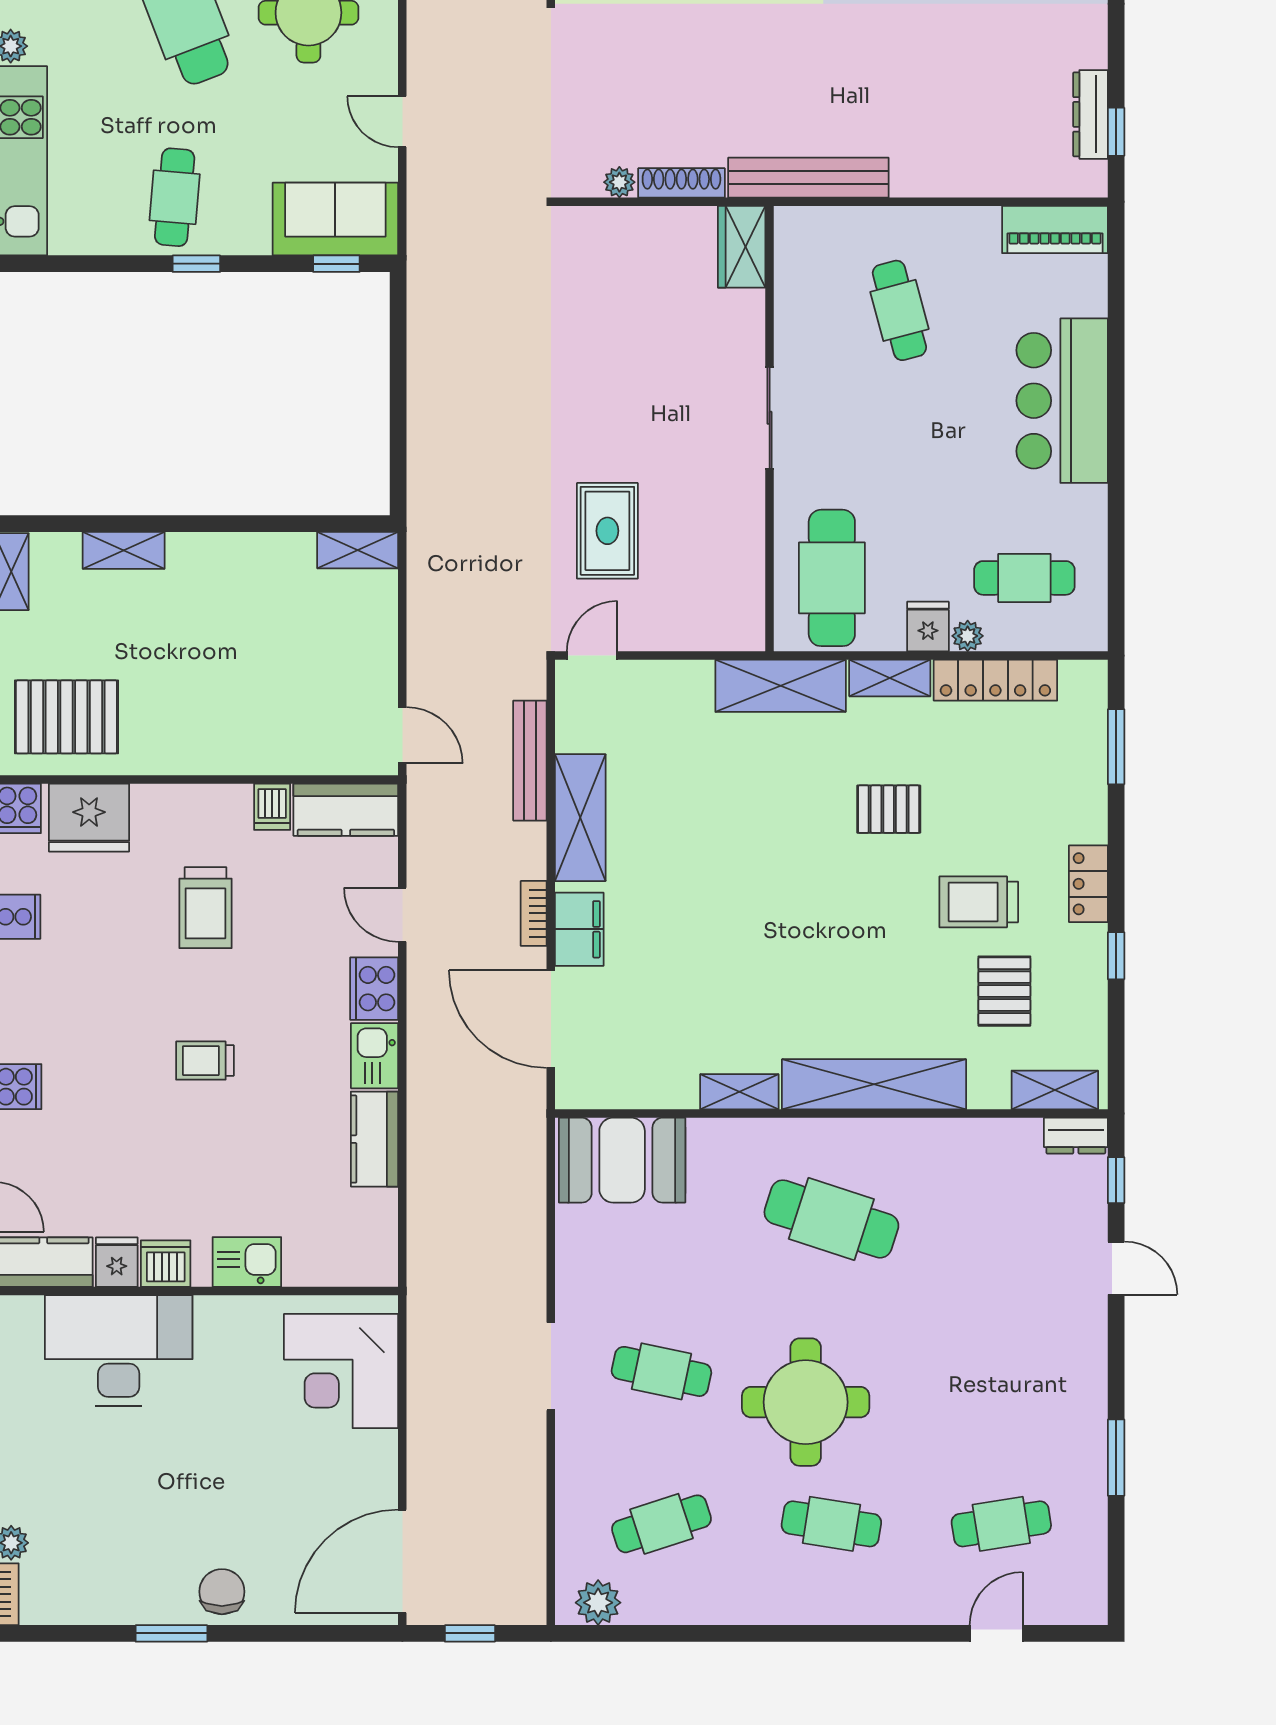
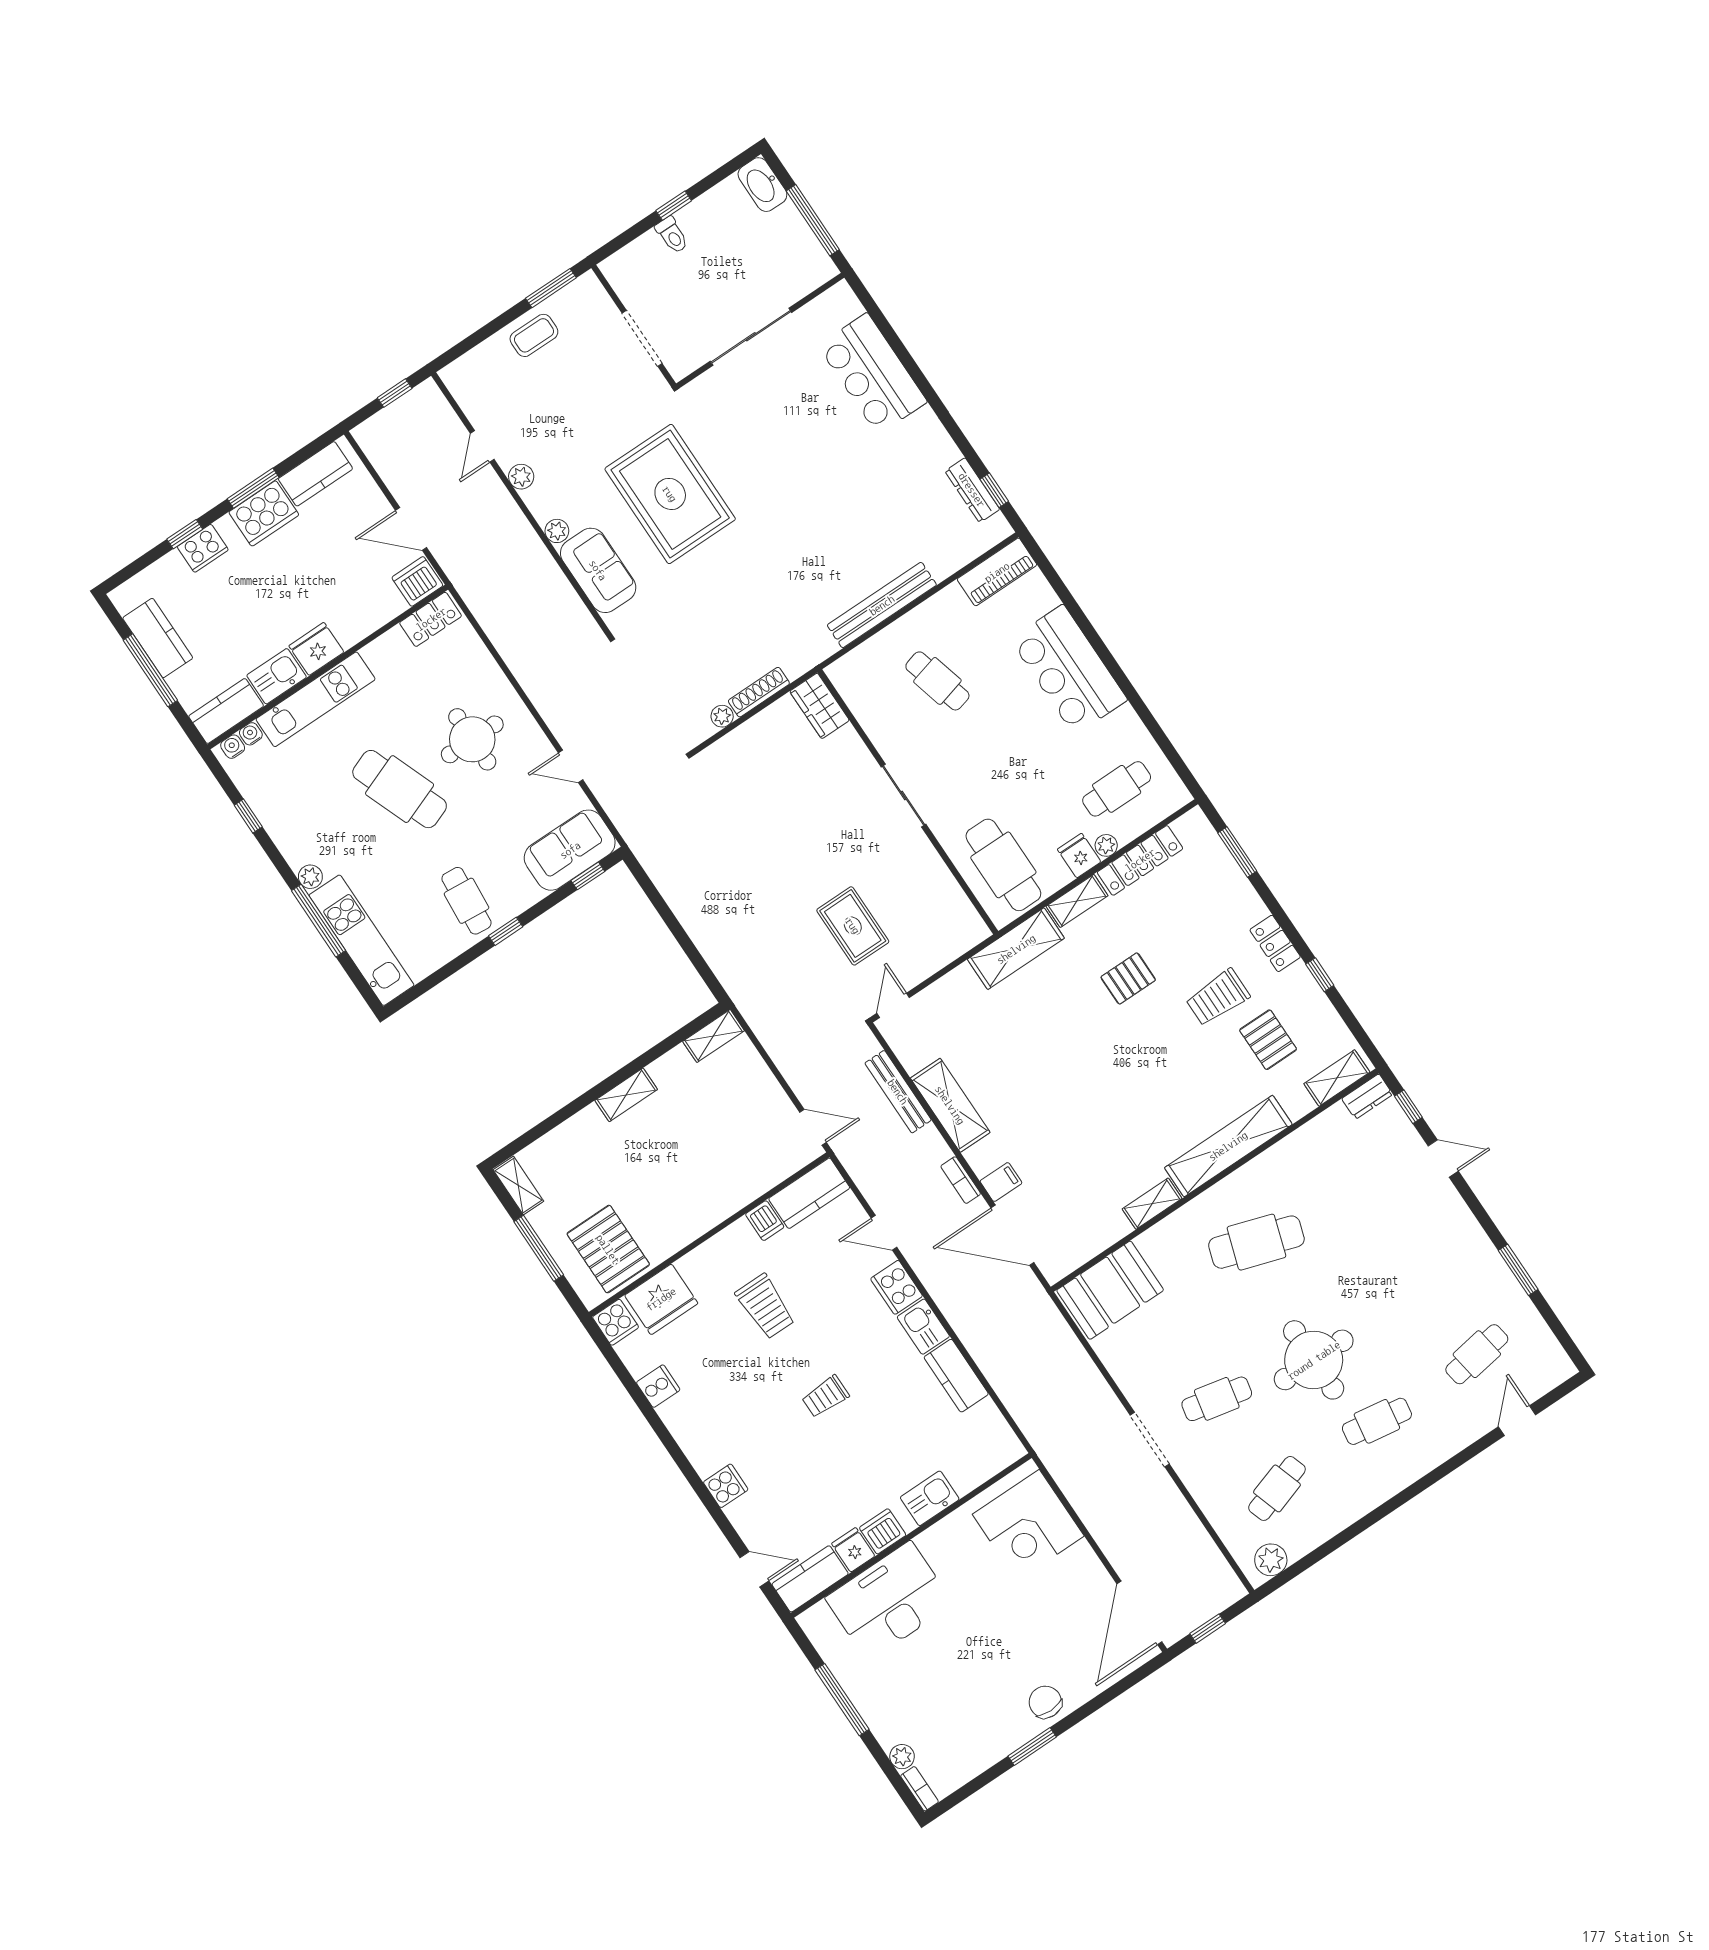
bench: (808, 178) -> (882, 605), moved
shelving: (124, 550) -> (626, 1095), moved
pallet: (66, 717) -> (608, 1249), turned 90
filing cabinet: (579, 929) -> (1001, 1182), width x0.50

